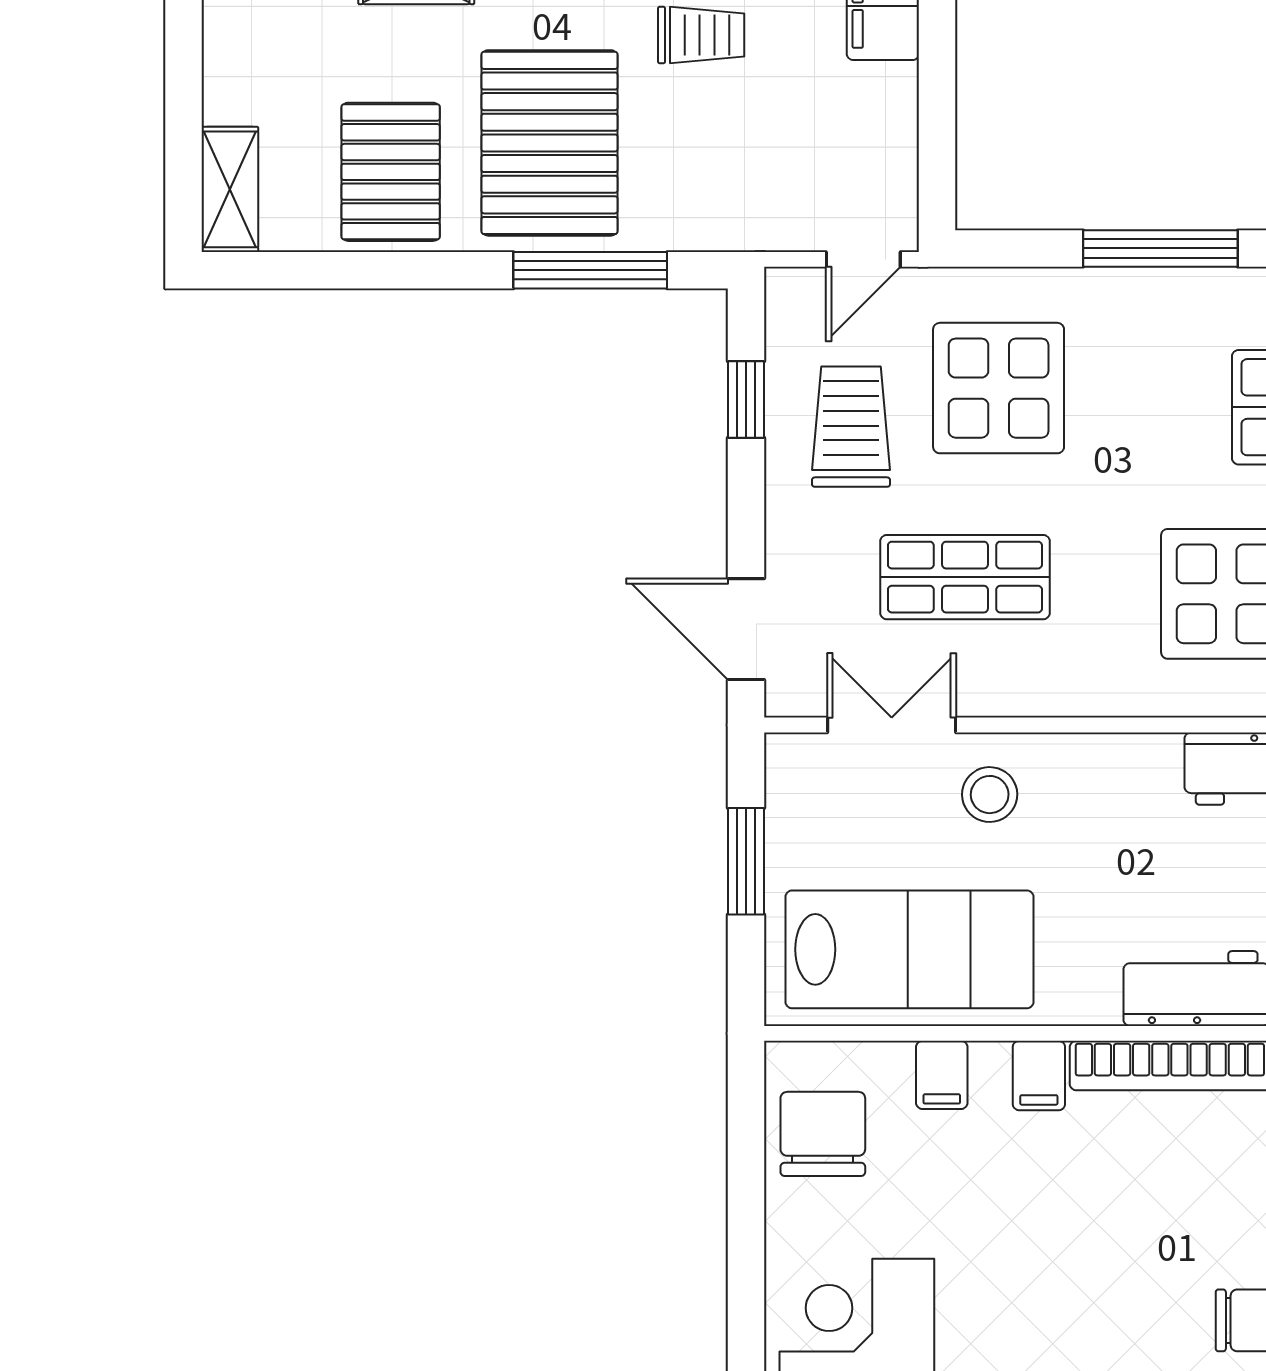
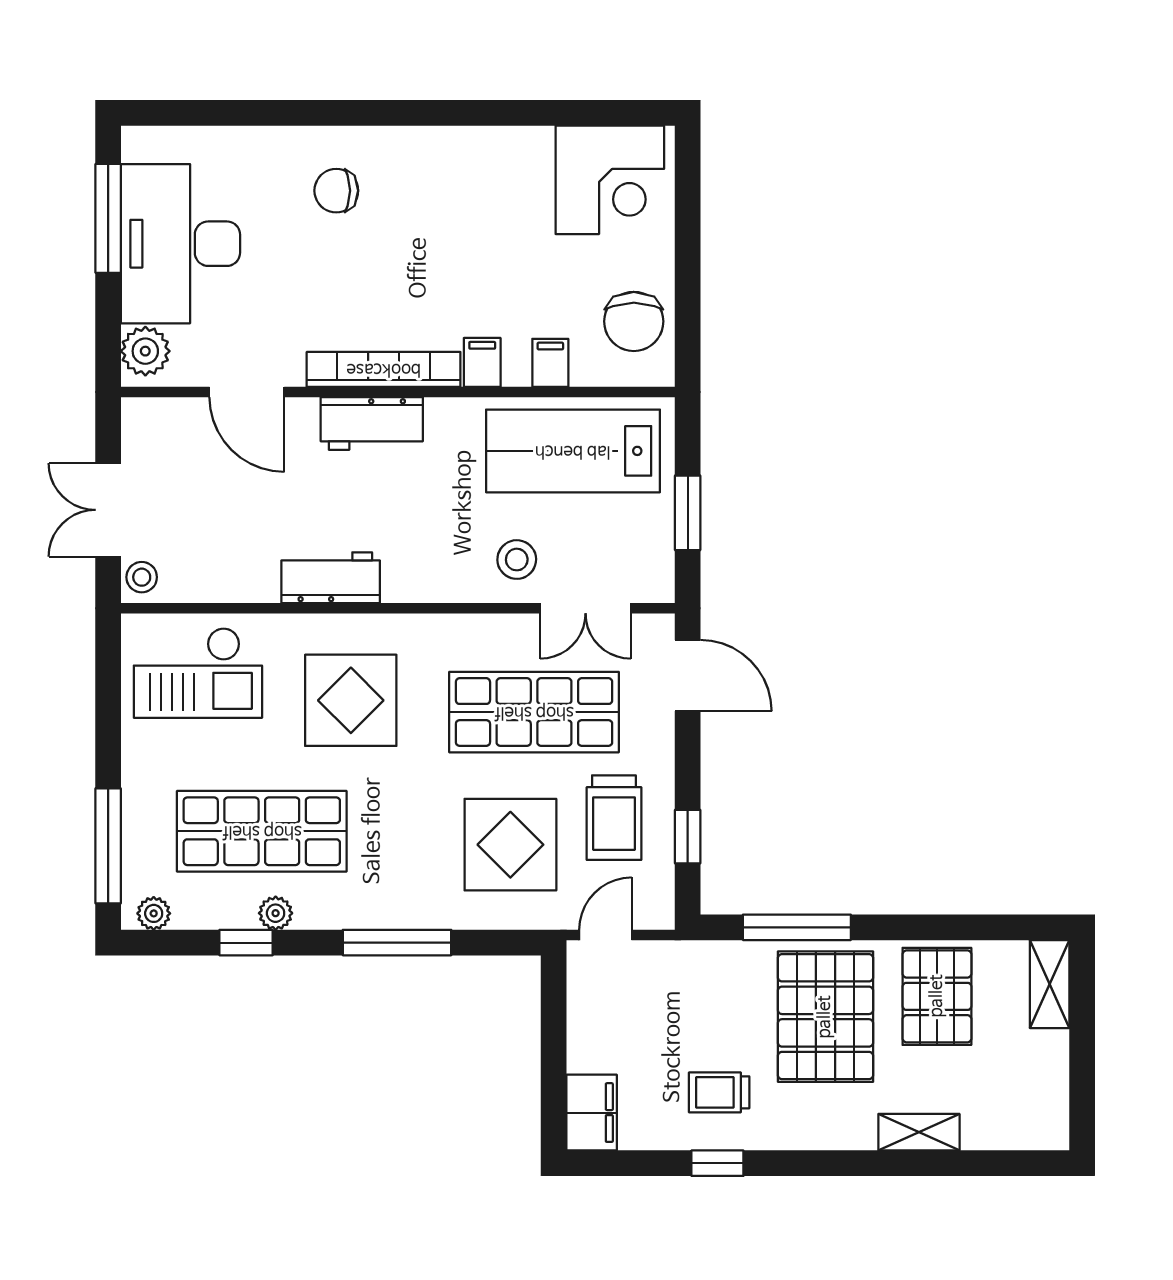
shop shelf: (965, 577) -> (534, 712), width x1.43, depth x1.36

